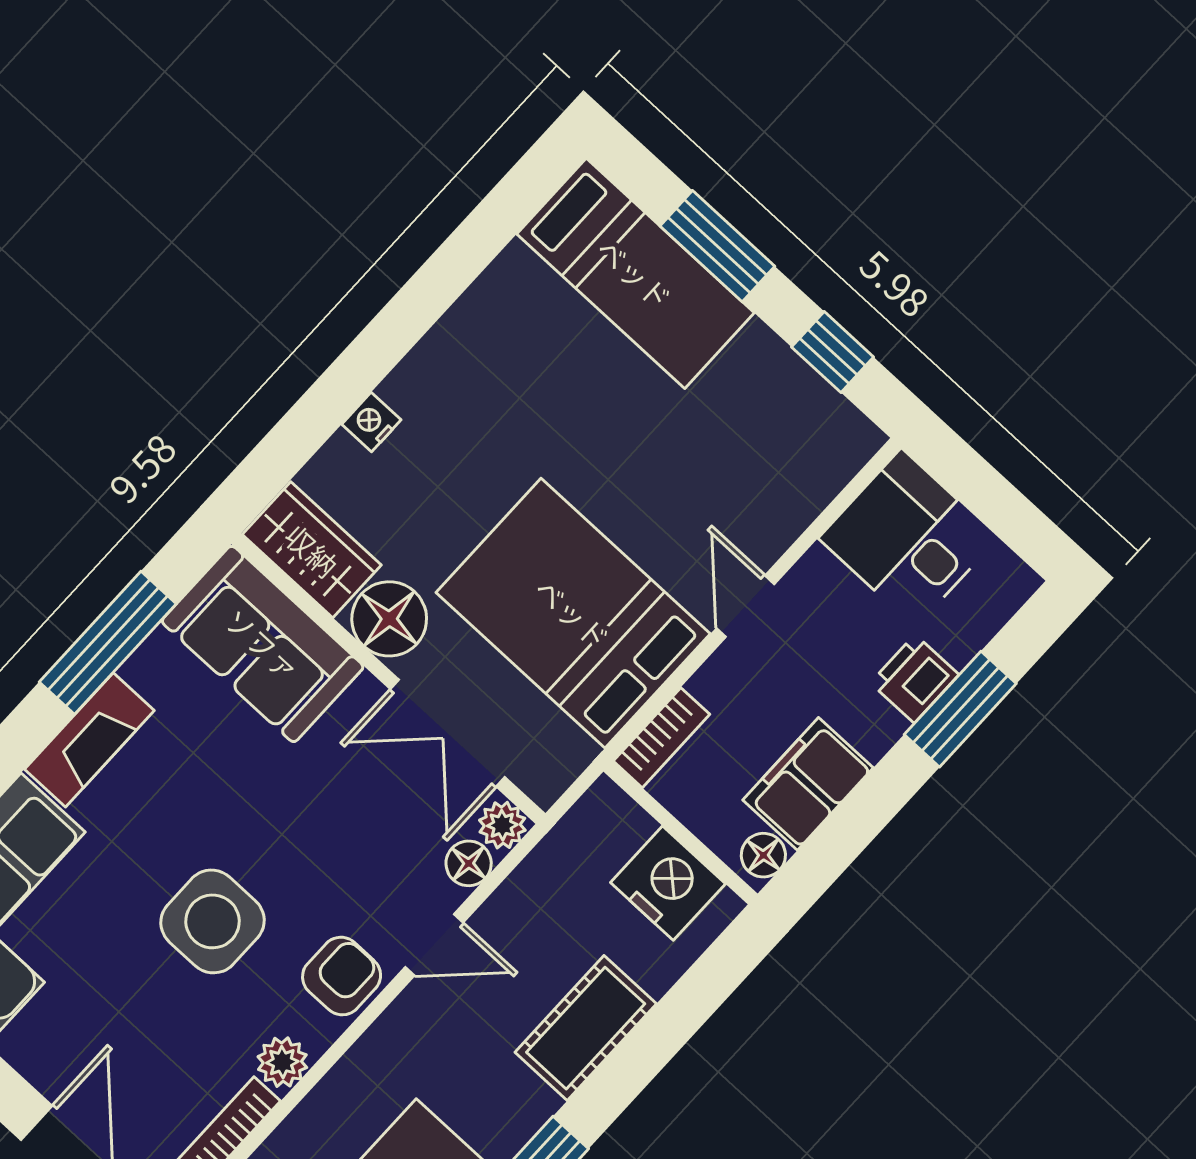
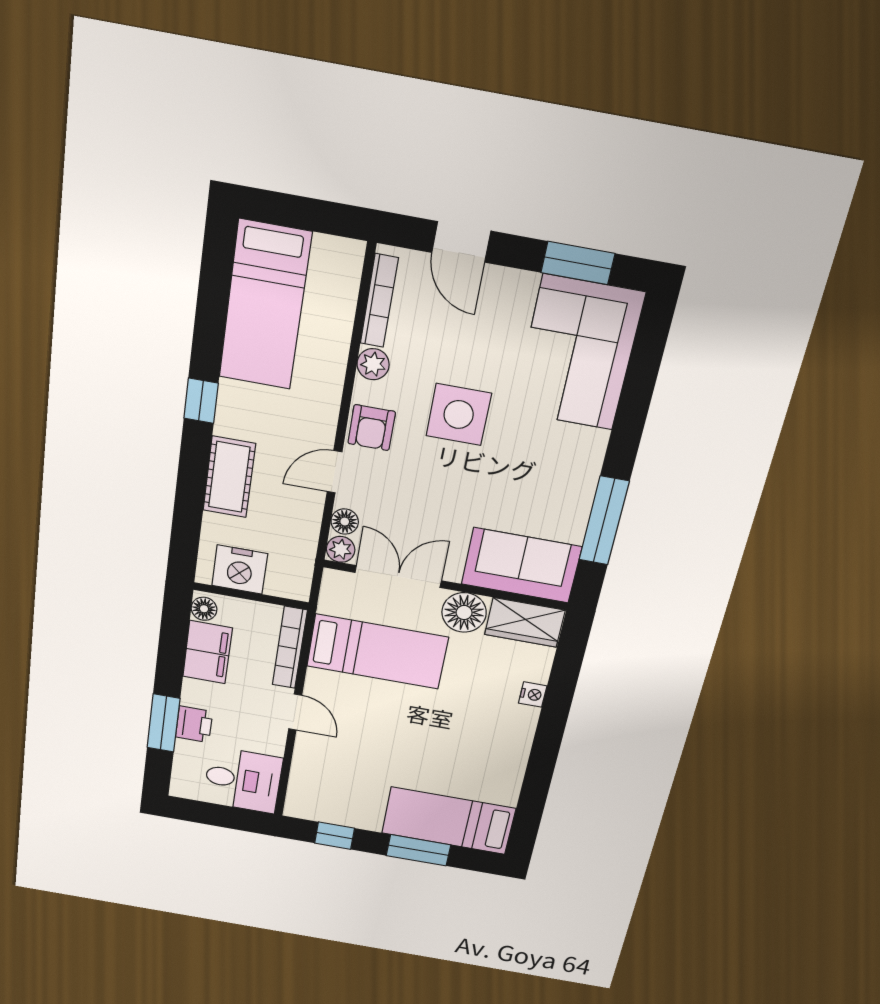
bed: (573, 613) -> (377, 652), width x0.67
bookcase: (661, 738) -> (290, 648), width x1.56
fireplace: (89, 740) -> (584, 468), removed

